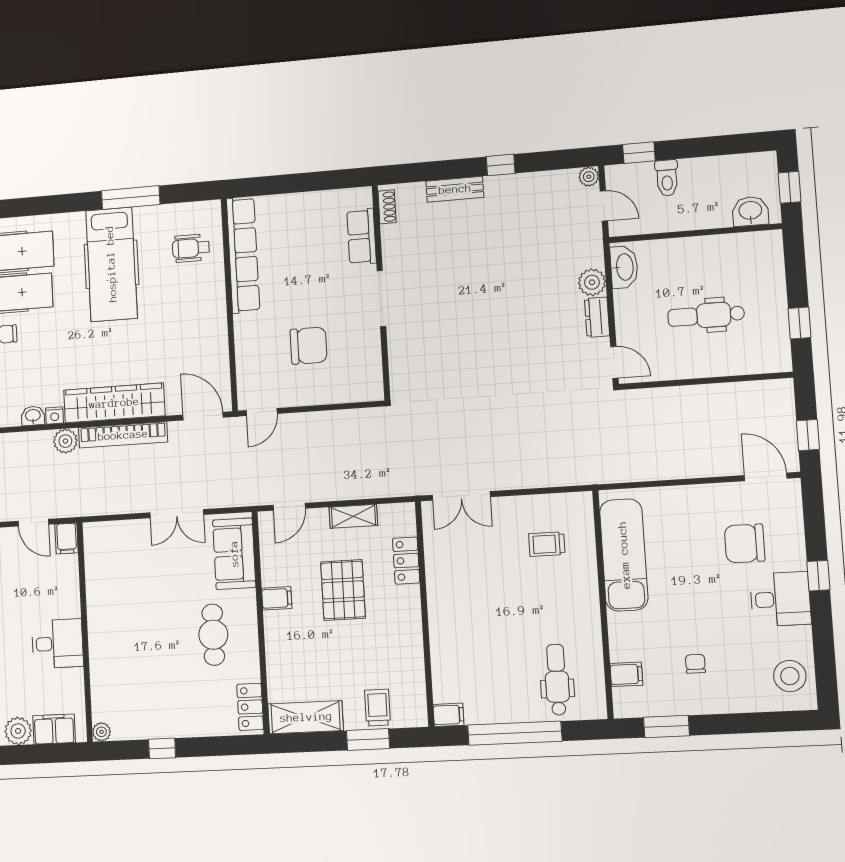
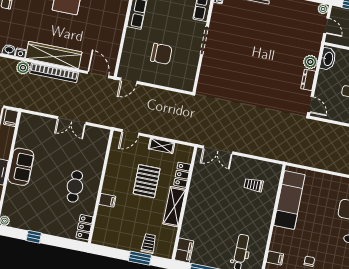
sofa: (234, 554) -> (21, 167), moved, turned 180
filing cabinet: (277, 598) -> (107, 200), moved
filing cabinet: (448, 715) -> (184, 250), width x2.00
shelving: (306, 717) -> (174, 207), moved, turned 90

